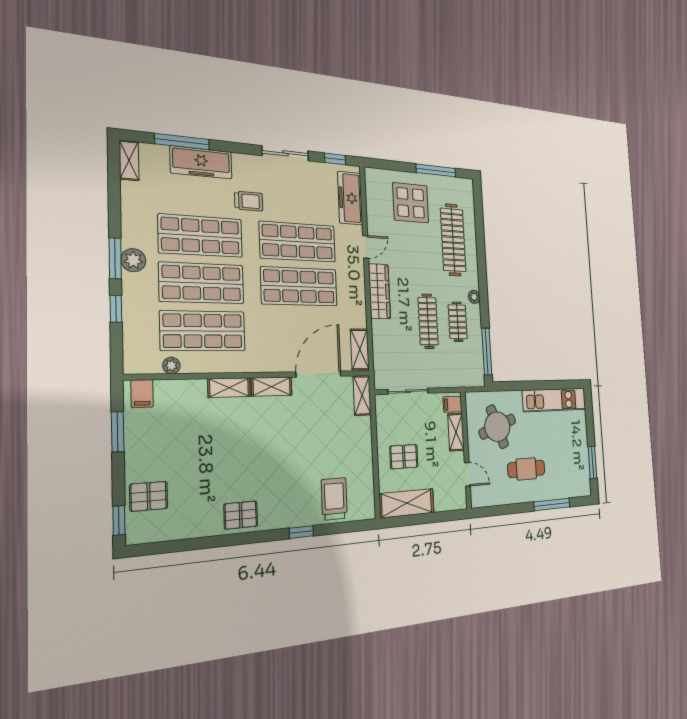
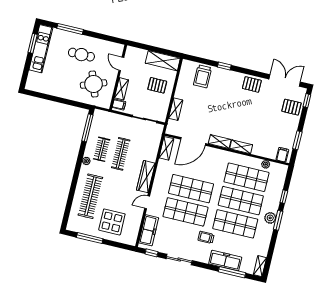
shelving: (362, 395) -> (176, 109), moved
kitchen unit: (554, 400) -> (41, 49), moved, turned 90
double door: (177, 546) -> (285, 81), added

